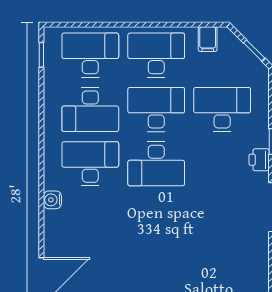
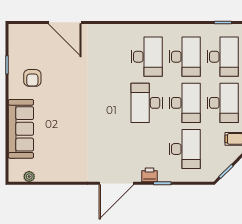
desk: (90, 109) -> (185, 57), turned 180
water cooler: (52, 200) -> (121, 30), removed

